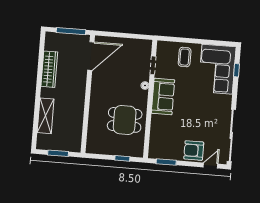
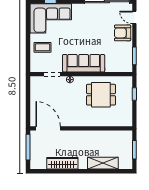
sofa: (163, 96) -> (84, 63), width x1.36
dining table: (125, 120) -> (101, 95), turned 90
armchair: (194, 150) -> (123, 33), turned 90

